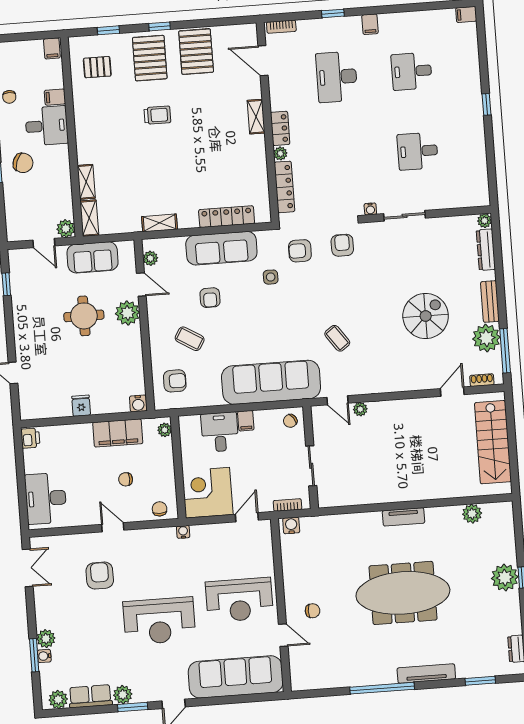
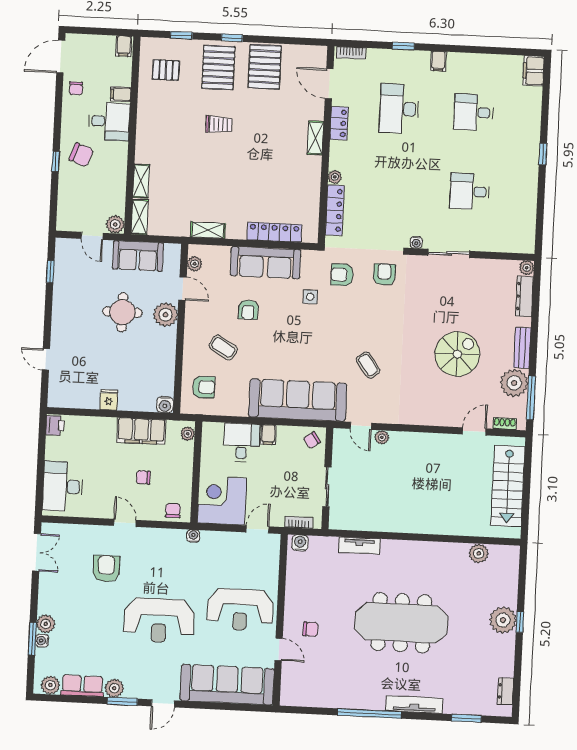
filing cabinet: (466, 15) -> (534, 71), width x2.00
locker: (280, 128) -> (339, 123), moved
tv unit: (404, 517) -> (359, 546), moved

